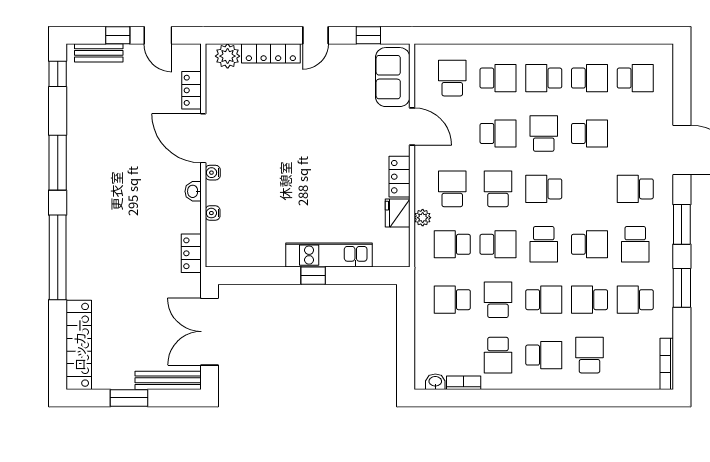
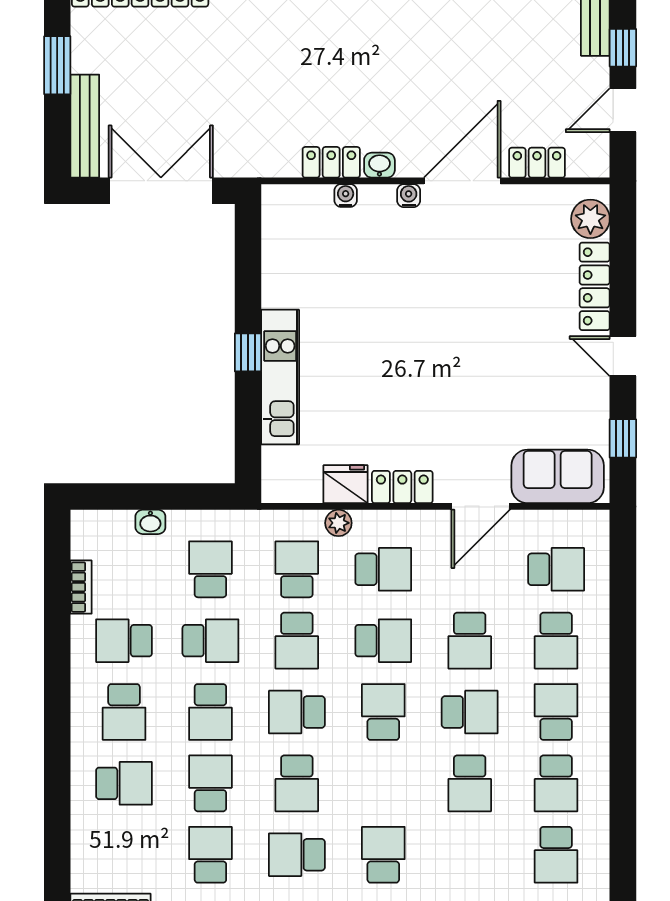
locker: (191, 253) -> (331, 162), moved
washbasin: (435, 382) -> (150, 522), moved, turned 90

